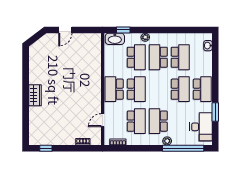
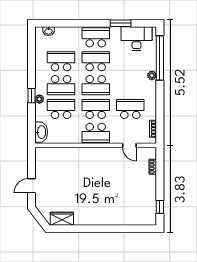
door: (65, 30) -> (32, 186), swing flipped
window: (123, 30) -> (32, 96), moved
wardrobe: (35, 95) -> (62, 219), moved
school desk: (158, 121) -> (96, 85), moved

